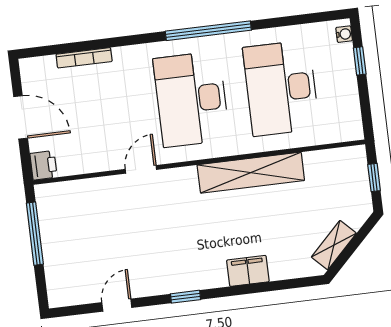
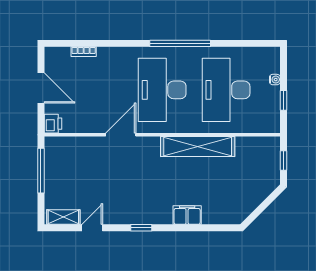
water cooler: (344, 34) -> (275, 80), moved
bookcase: (84, 58) -> (84, 52), width x0.64
window: (360, 61) -> (283, 100), moved
door: (141, 169) -> (121, 135), width x1.38
shelving: (334, 245) -> (63, 217), moved, turned 45

